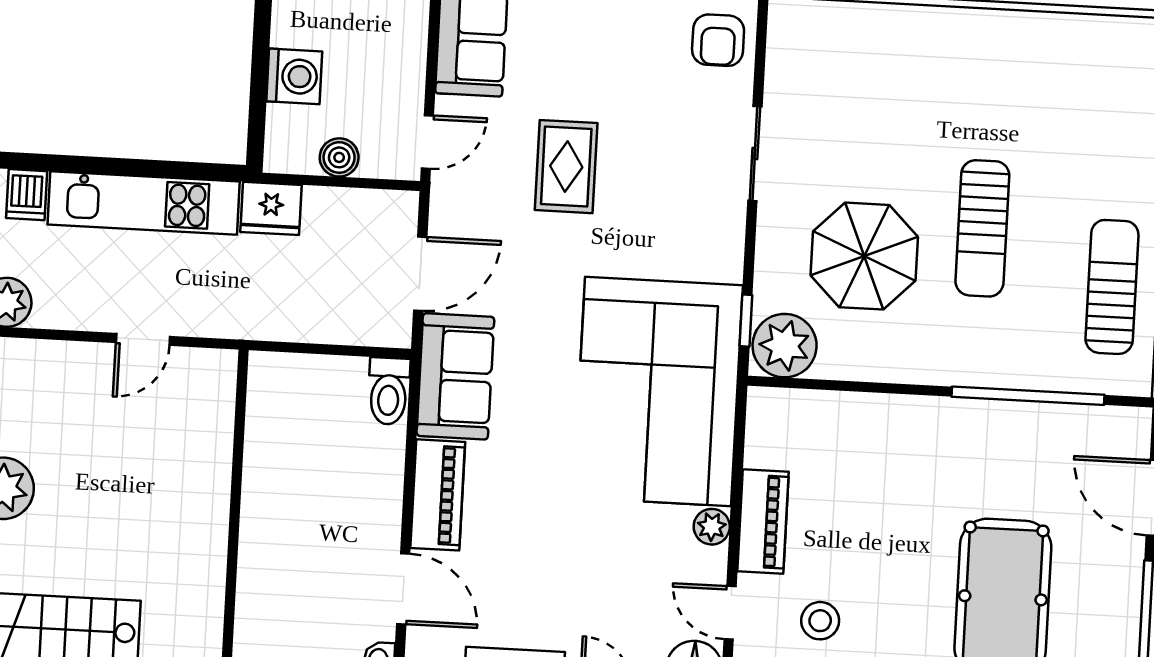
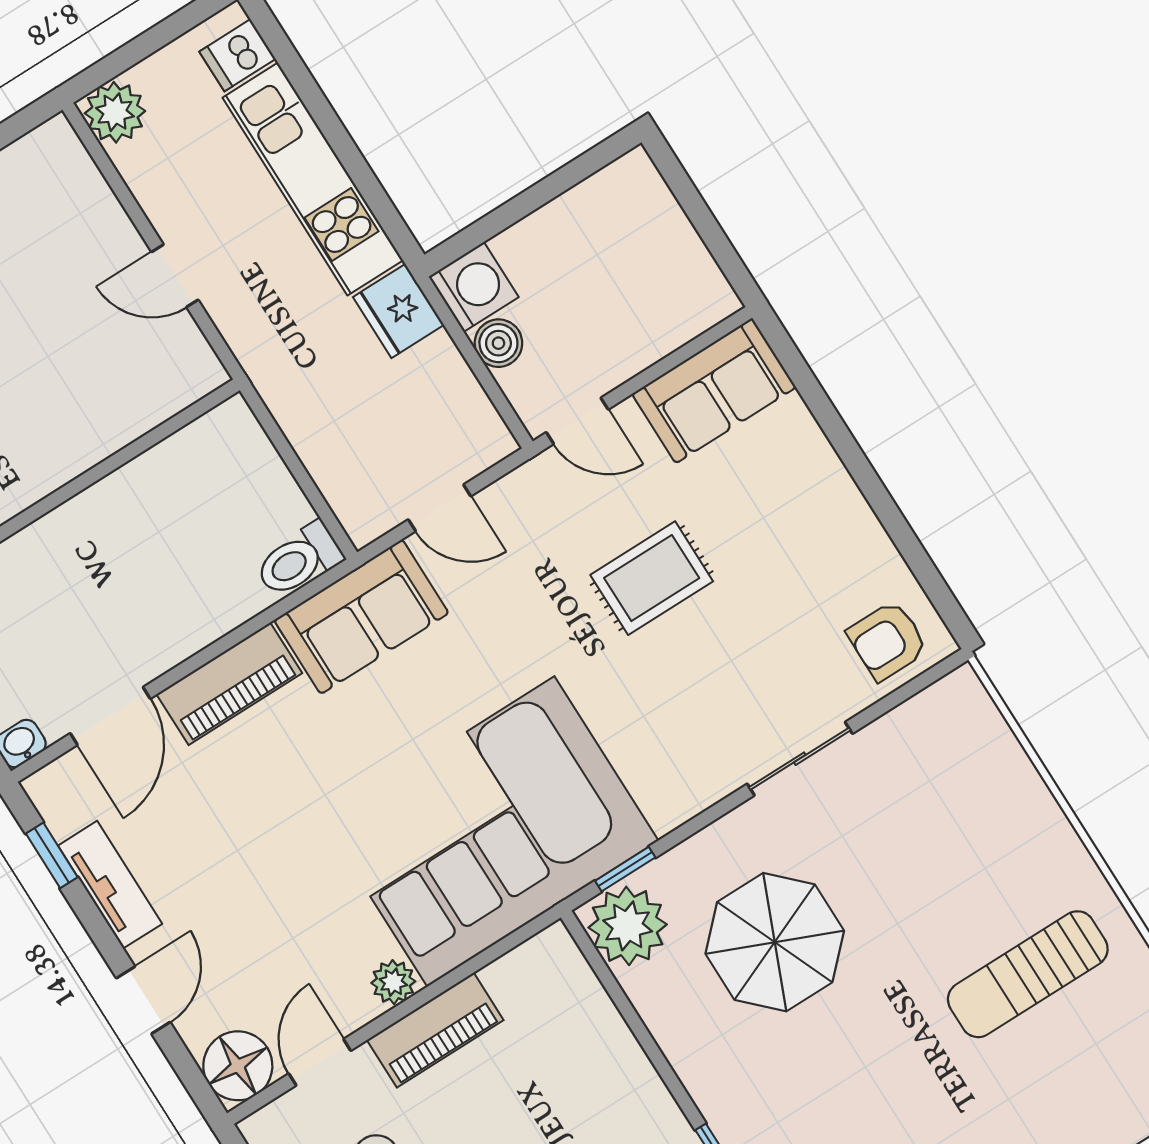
washing machine: (294, 76) -> (474, 287), moved, turned -90
sun lounger: (982, 228) -> (1028, 974), moved
door: (420, 274) -> (440, 508), width x0.73

